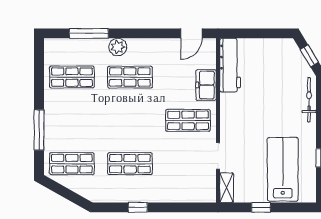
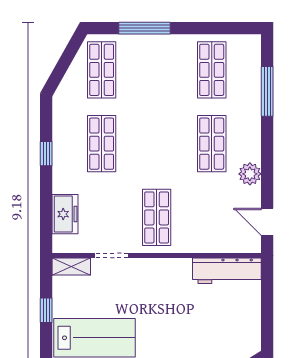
plant: (118, 47) -> (250, 174), moved
freezer: (206, 85) -> (65, 214), moved, turned 90

